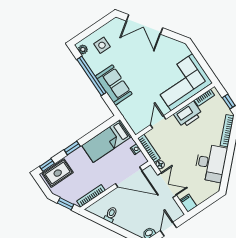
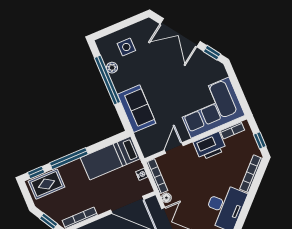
window: (175, 36) -> (212, 53), added
plant: (83, 49) -> (112, 68), moved
sofa: (114, 85) -> (137, 109), moved
window: (72, 148) -> (69, 159), width x2.17

